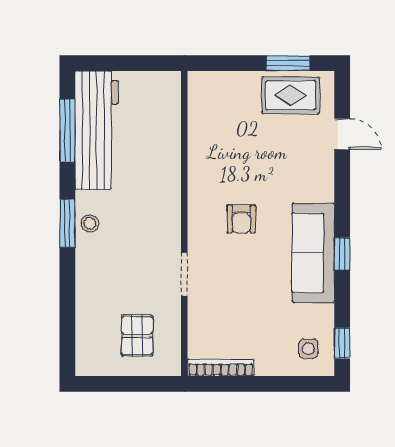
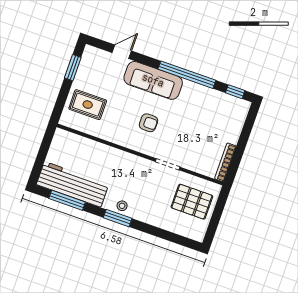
rug: (291, 95) -> (88, 105), moved, turned 90
sofa: (313, 253) -> (153, 80), moved
window: (342, 254) -> (187, 75), width x3.17
pallet: (137, 336) -> (192, 202), width x1.50, depth x1.42
side table: (308, 349) -> (232, 111), removed

